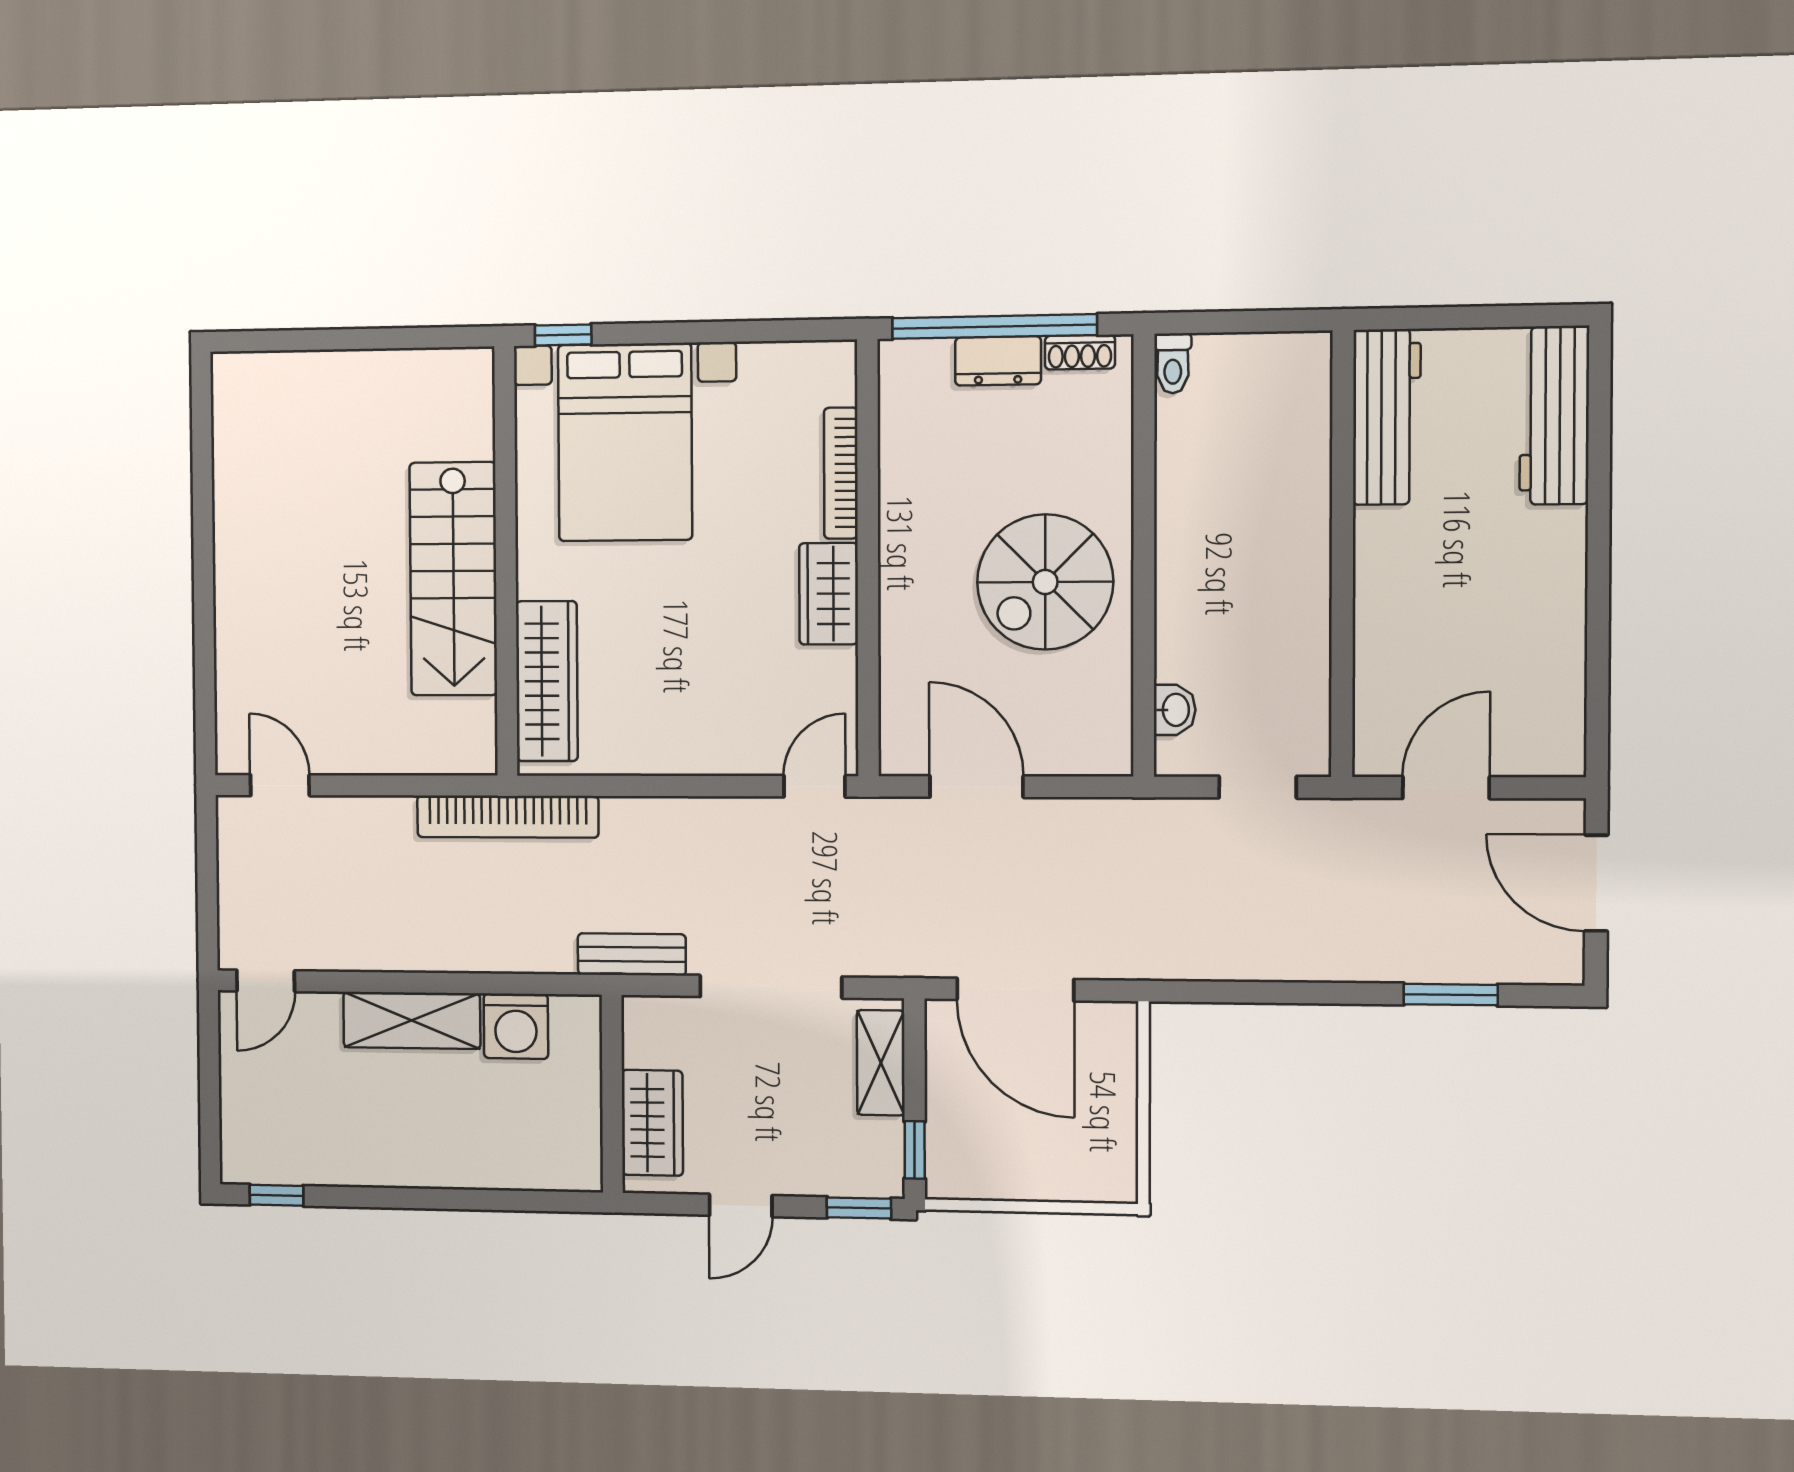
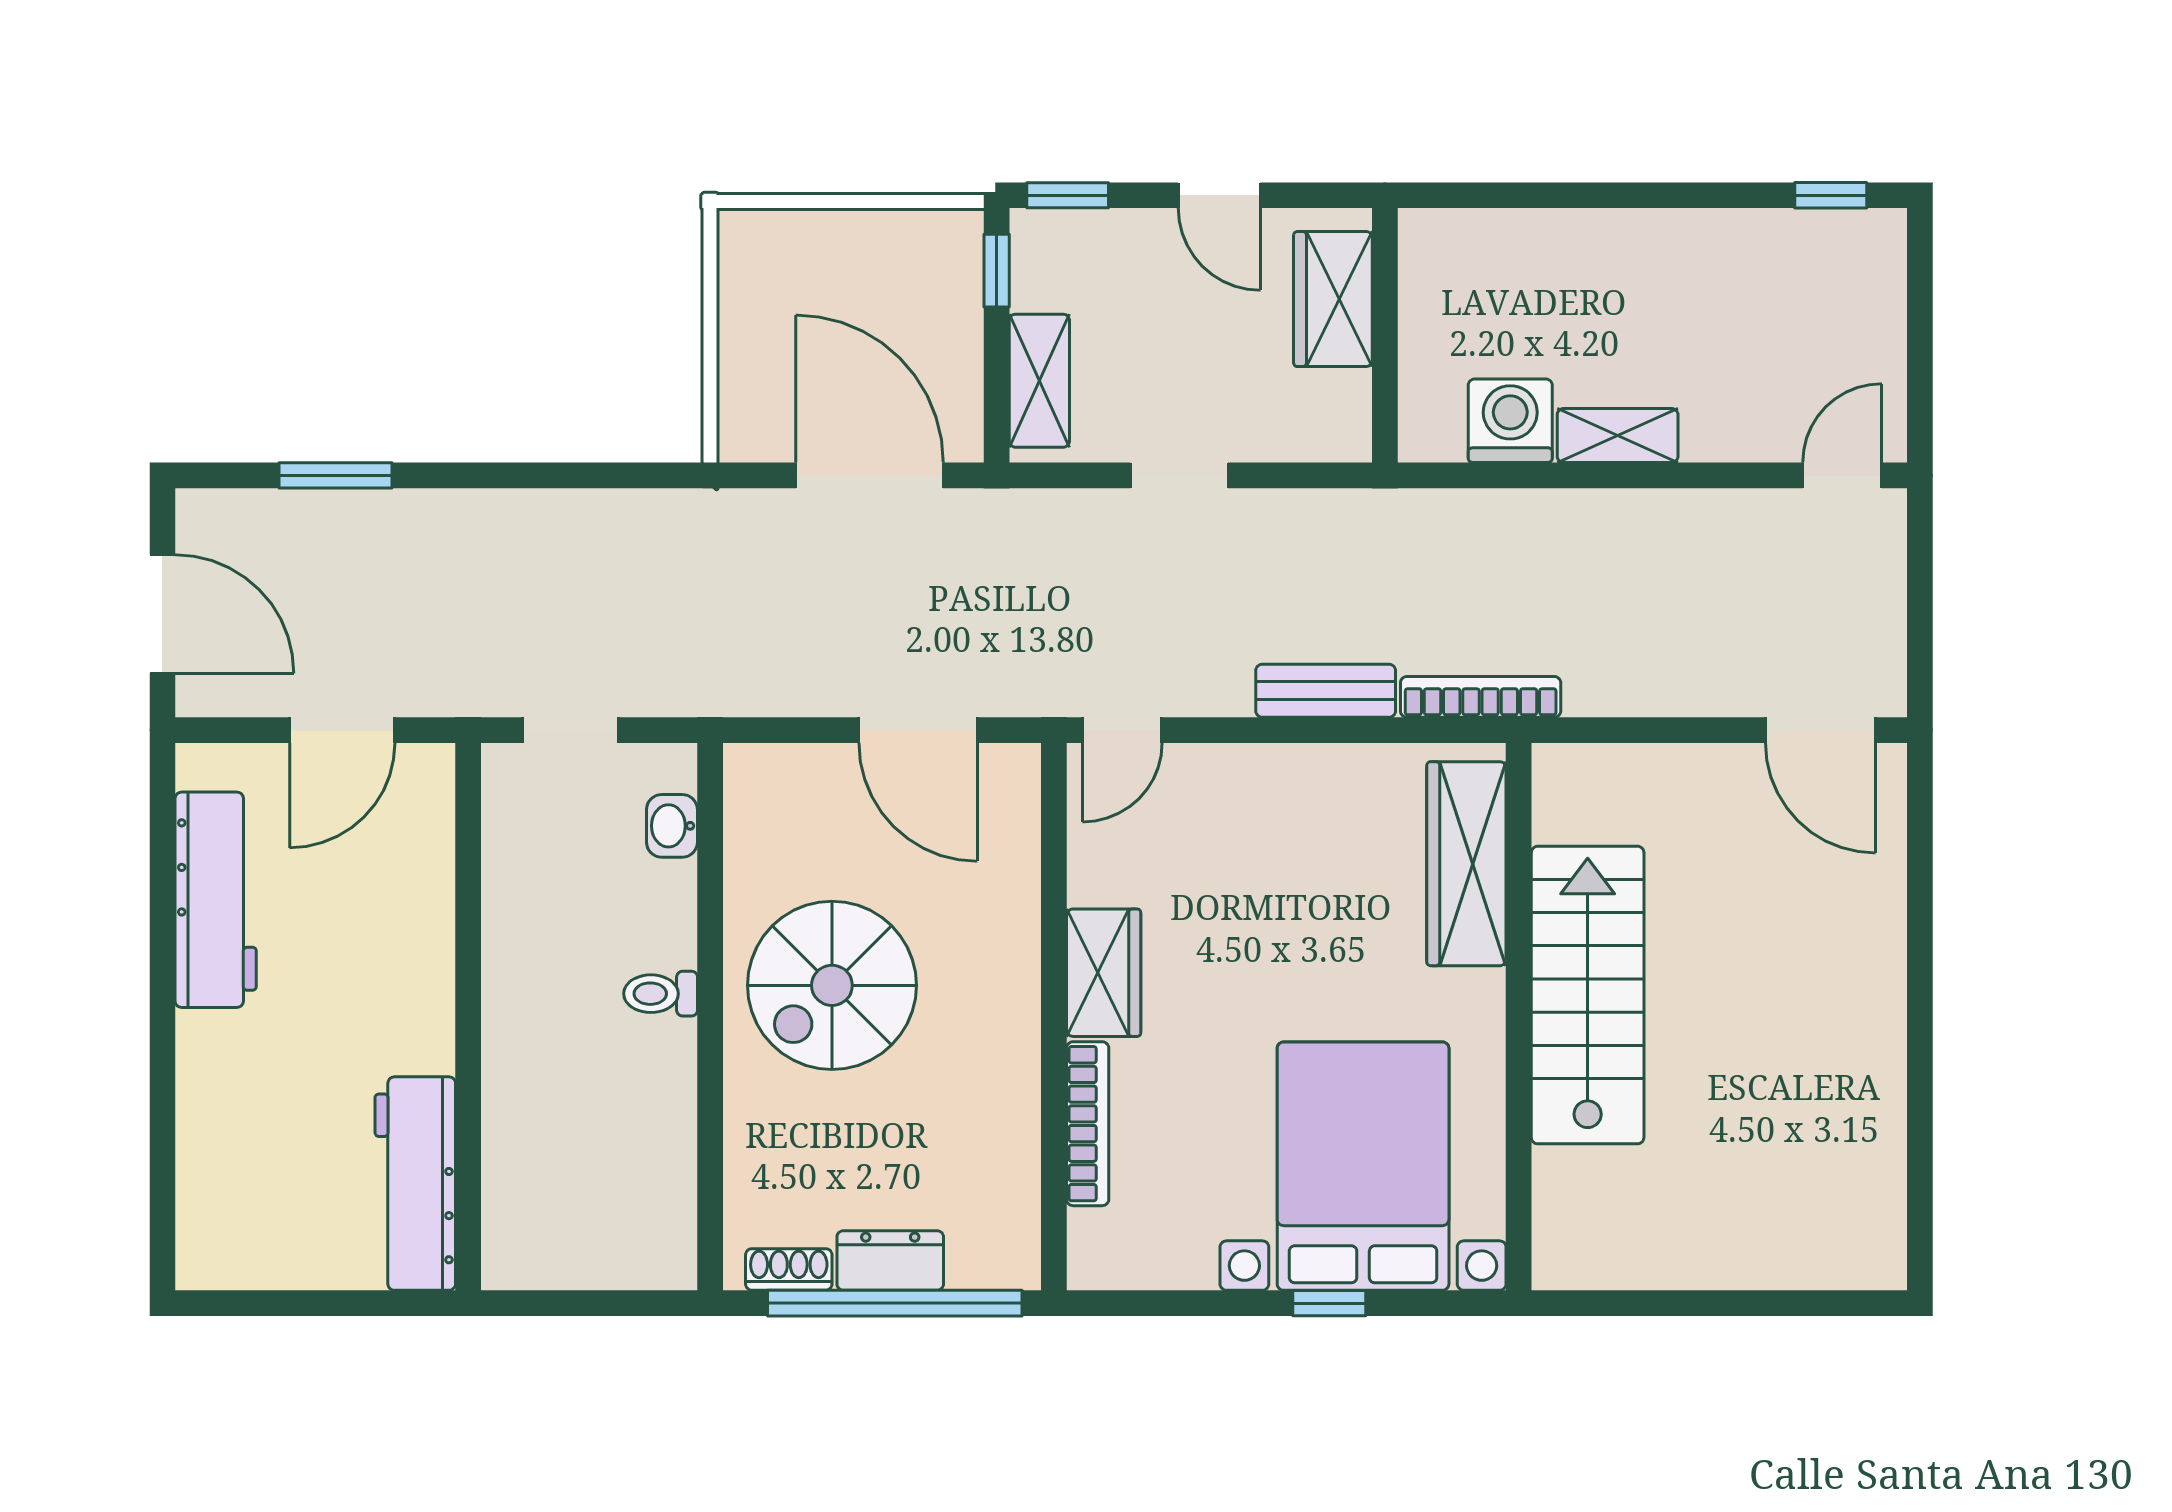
window: (563, 335) -> (1329, 1303), moved
toilet: (1173, 363) -> (661, 994), moved, turned -90
workbench: (1554, 415) -> (216, 900), moved
spiral stairs: (1045, 582) -> (832, 985), turned 180
door: (280, 785) -> (1820, 730), width x1.38
bookcase: (508, 817) -> (1481, 697), width x0.68, depth x0.76
bench: (632, 954) -> (1326, 691), moved
doorway: (771, 987) -> (1179, 475), width x0.53
shelving: (412, 1020) -> (1618, 436), width x0.67, depth x0.75
door: (741, 1205) -> (1219, 195), swing flipped

